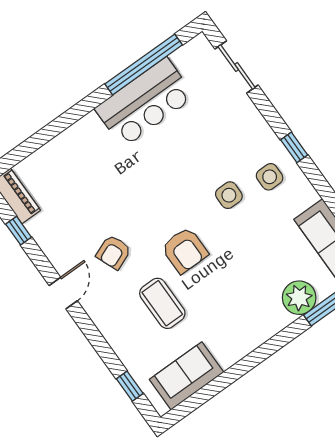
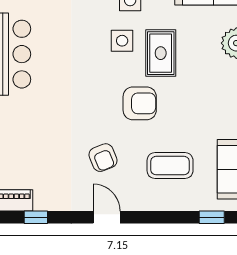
rug: (242, 237) -> (161, 53), added
coffee table: (162, 303) -> (170, 166), moved

